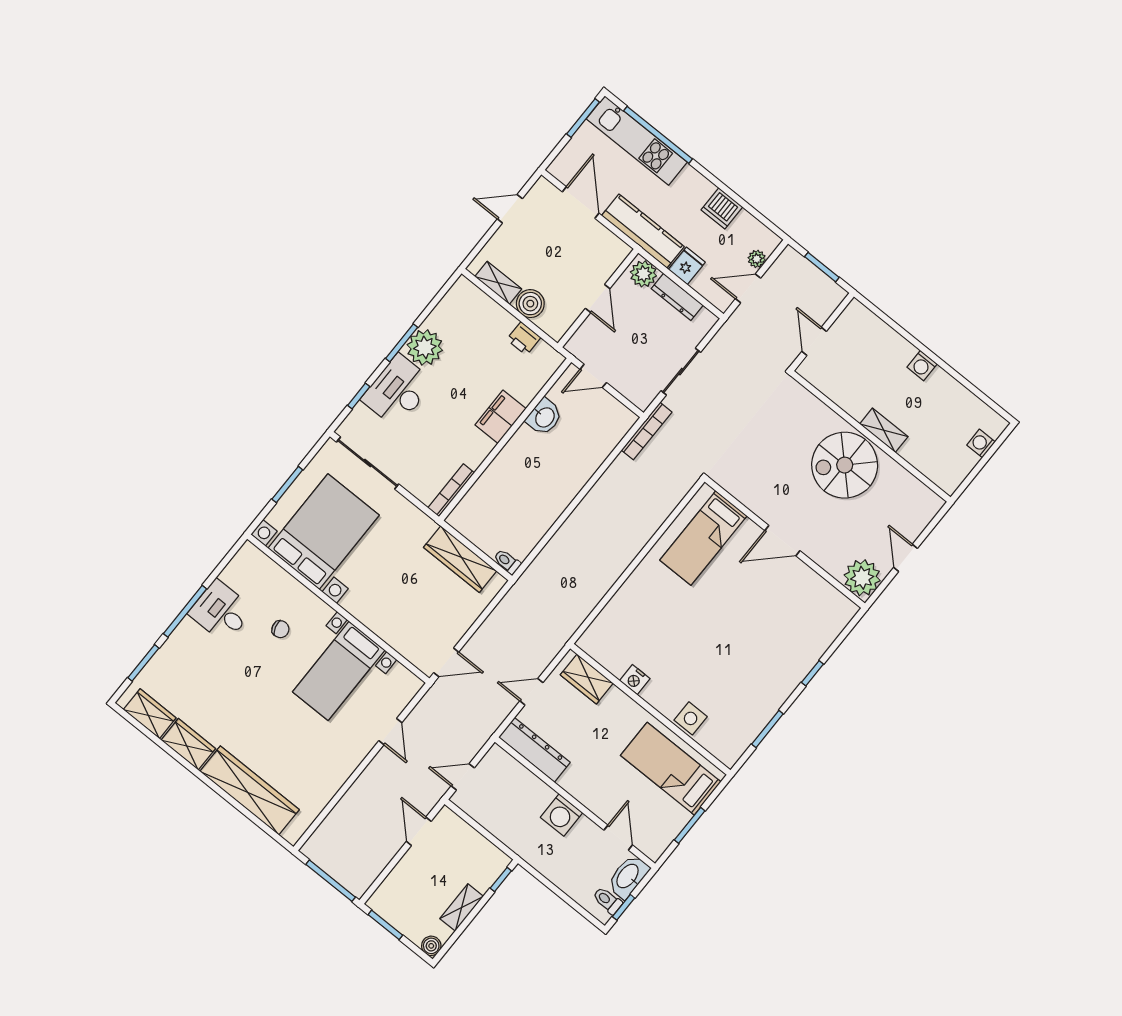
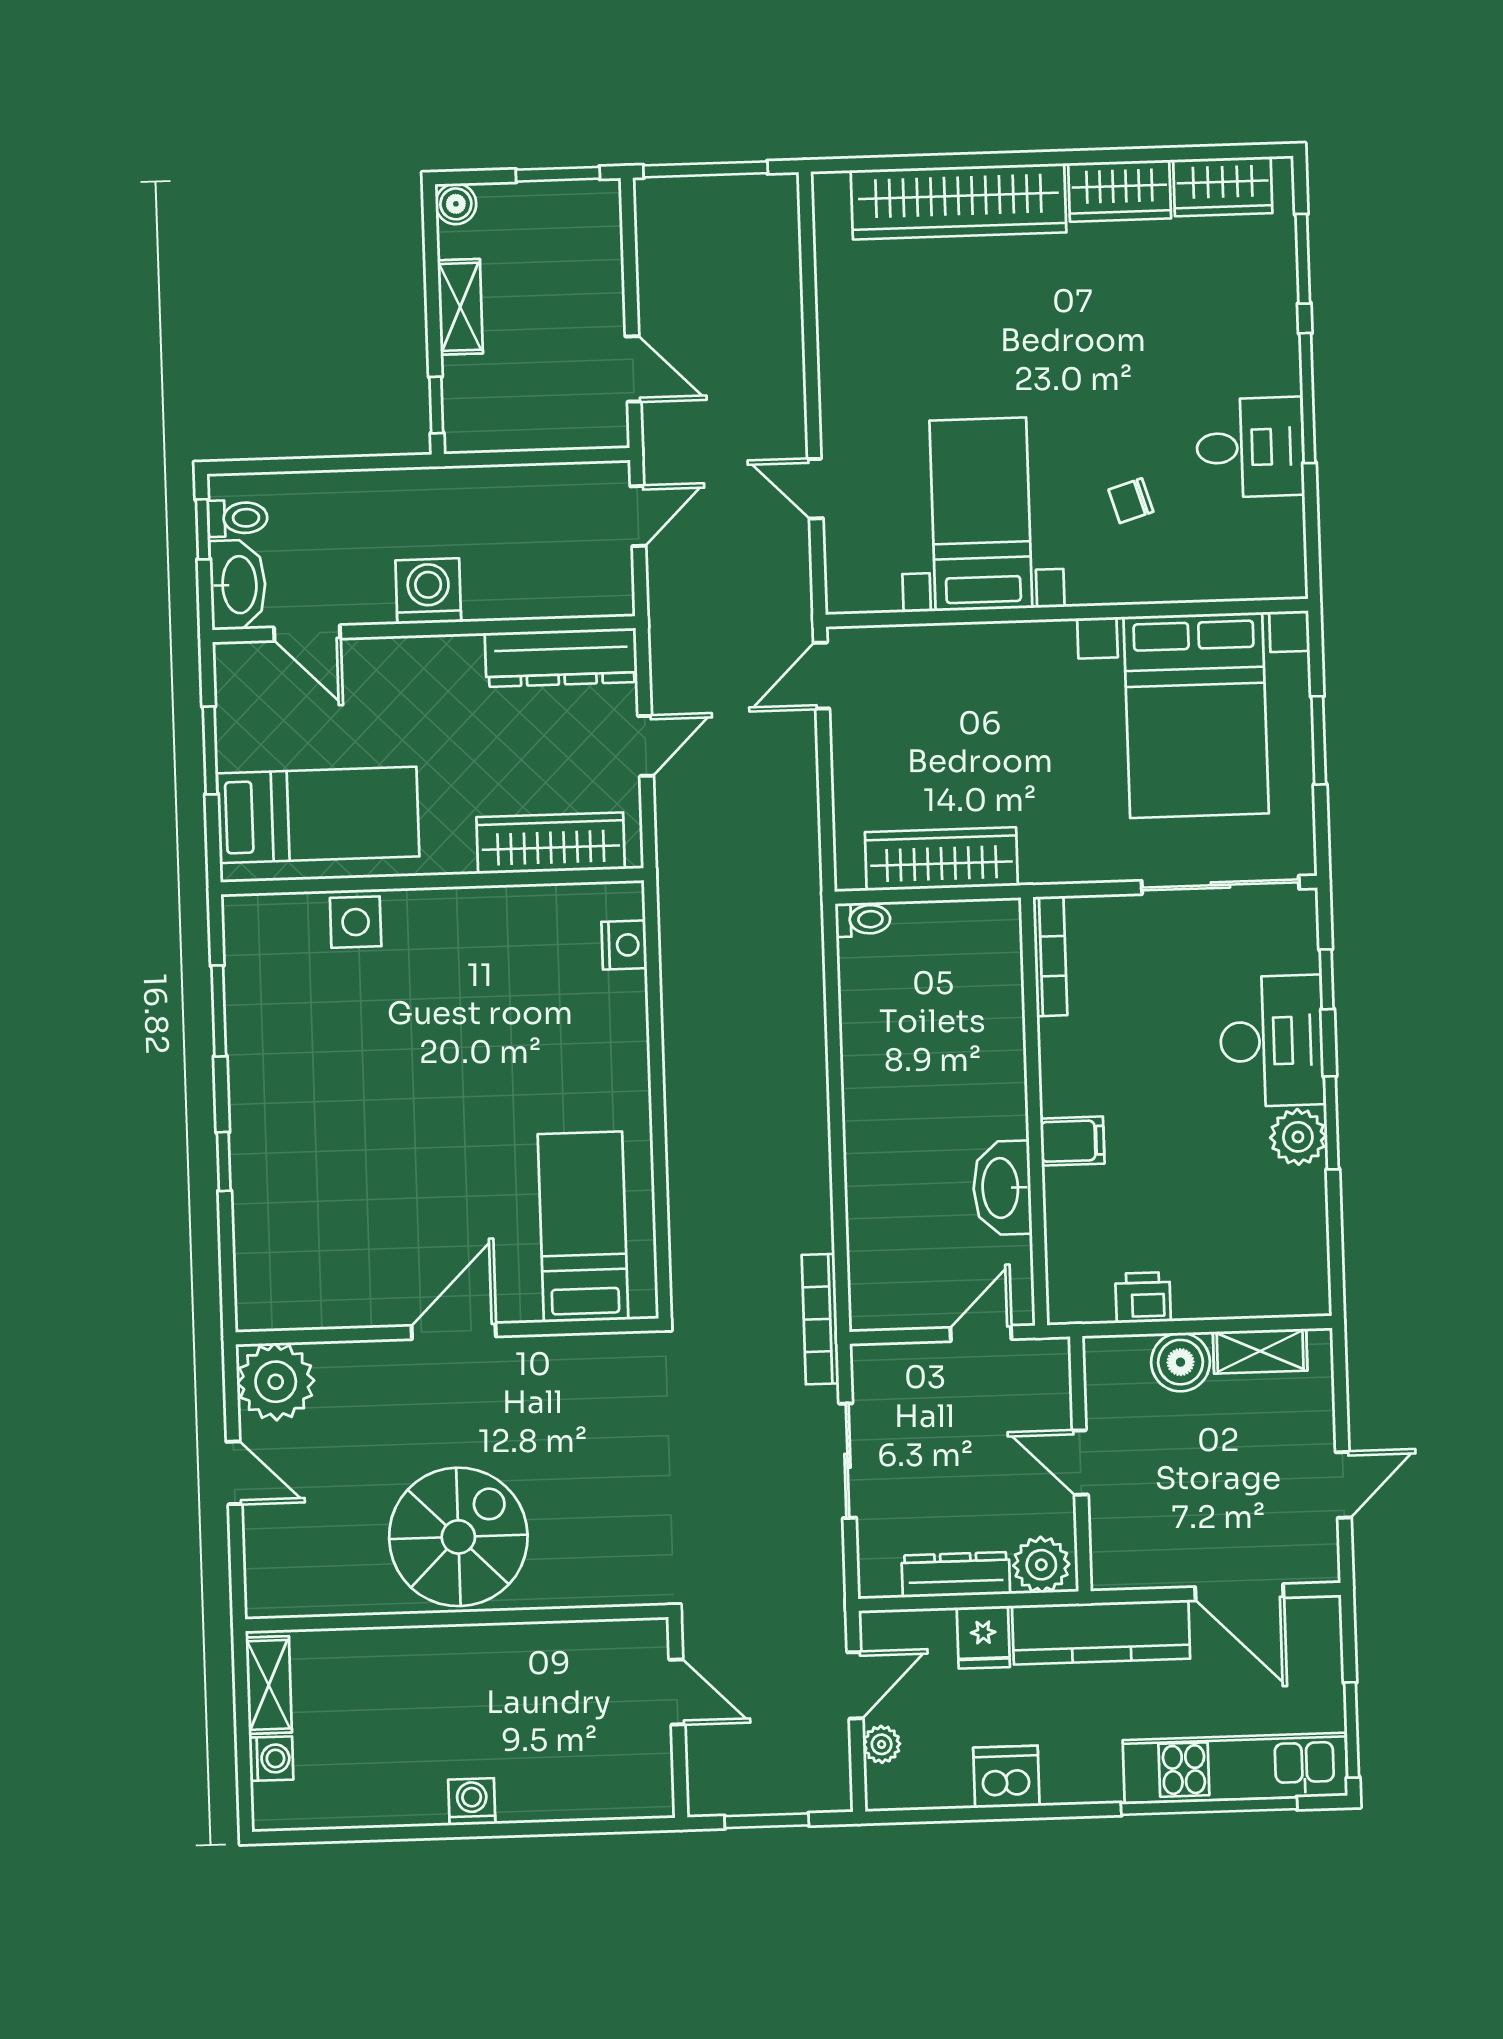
plant: (425, 347) -> (1298, 1137), width x0.73, depth x0.73
filing cabinet: (501, 417) -> (1072, 1141), width x0.50
washbasin: (544, 417) -> (1002, 1188), width x1.38
shelving: (884, 430) -> (269, 1685), moved, turned 90
wardrobe: (587, 679) -> (551, 843), width x1.50
nightstand: (635, 680) -> (624, 945), moved, turned 90

